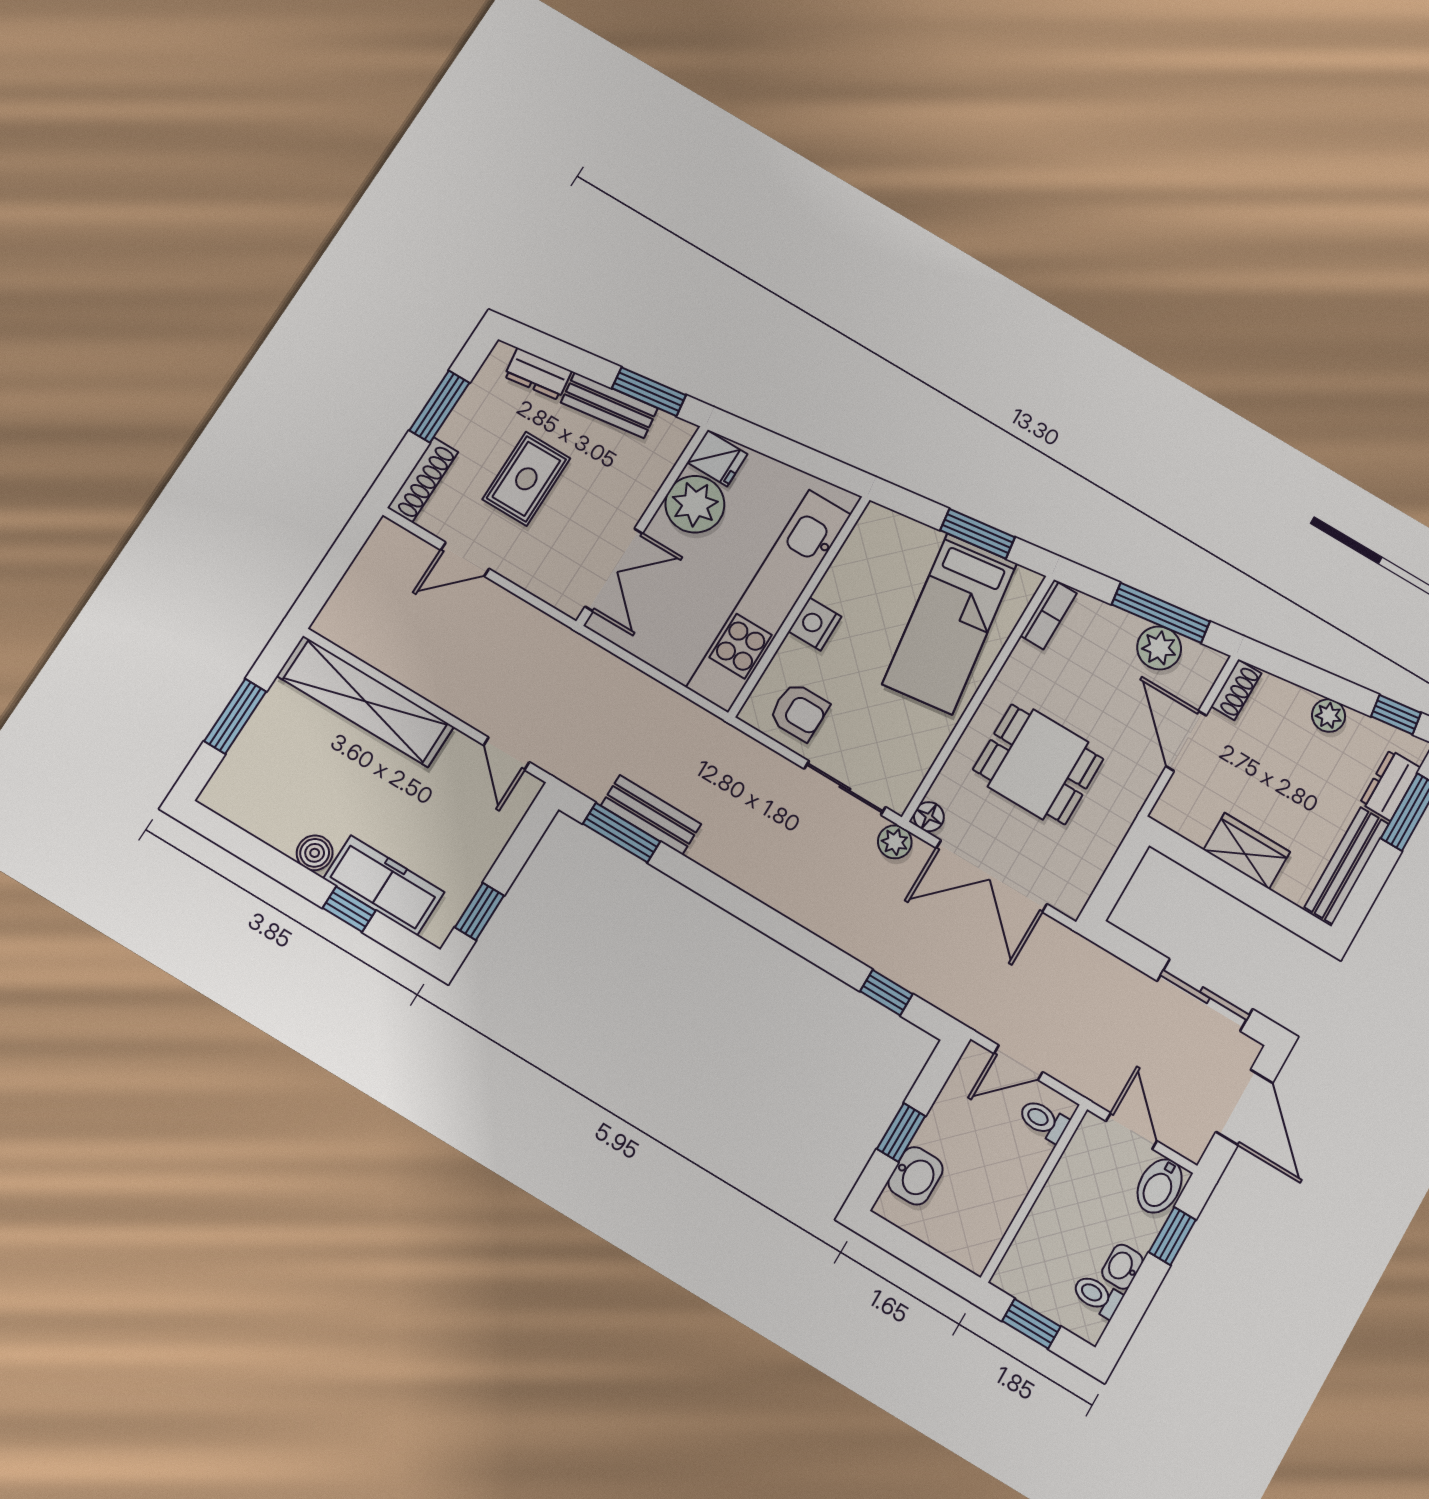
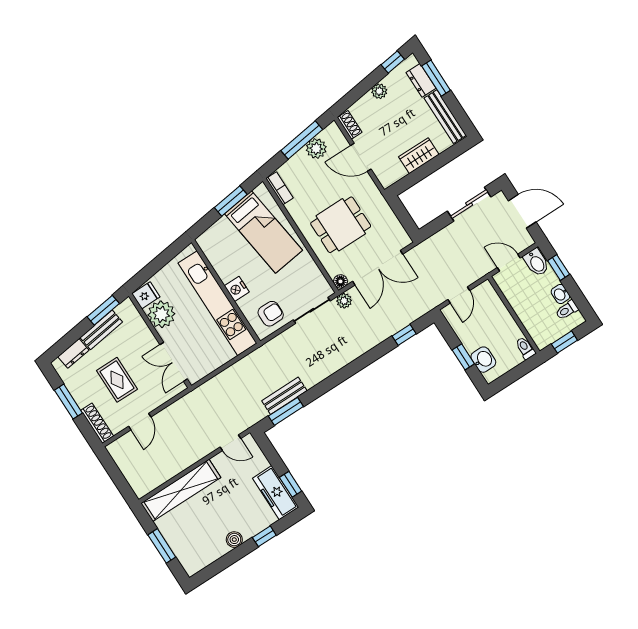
double door: (614, 570) -> (174, 362), swing flipped
freezer: (384, 885) -> (276, 493), moved, turned -90
toilet: (1044, 1120) -> (525, 348), moved, turned 90

